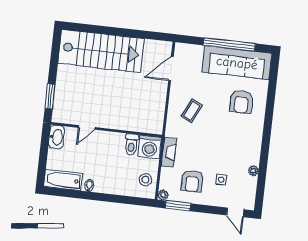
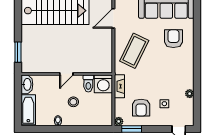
armchair: (241, 102) -> (173, 39), turned 180
coffee table: (192, 111) -> (134, 51), width x1.86, depth x1.72
door: (87, 127) -> (66, 74), moved
bathtub: (63, 180) -> (28, 110), moved, turned 90
stool: (145, 180) -> (73, 102), moved

